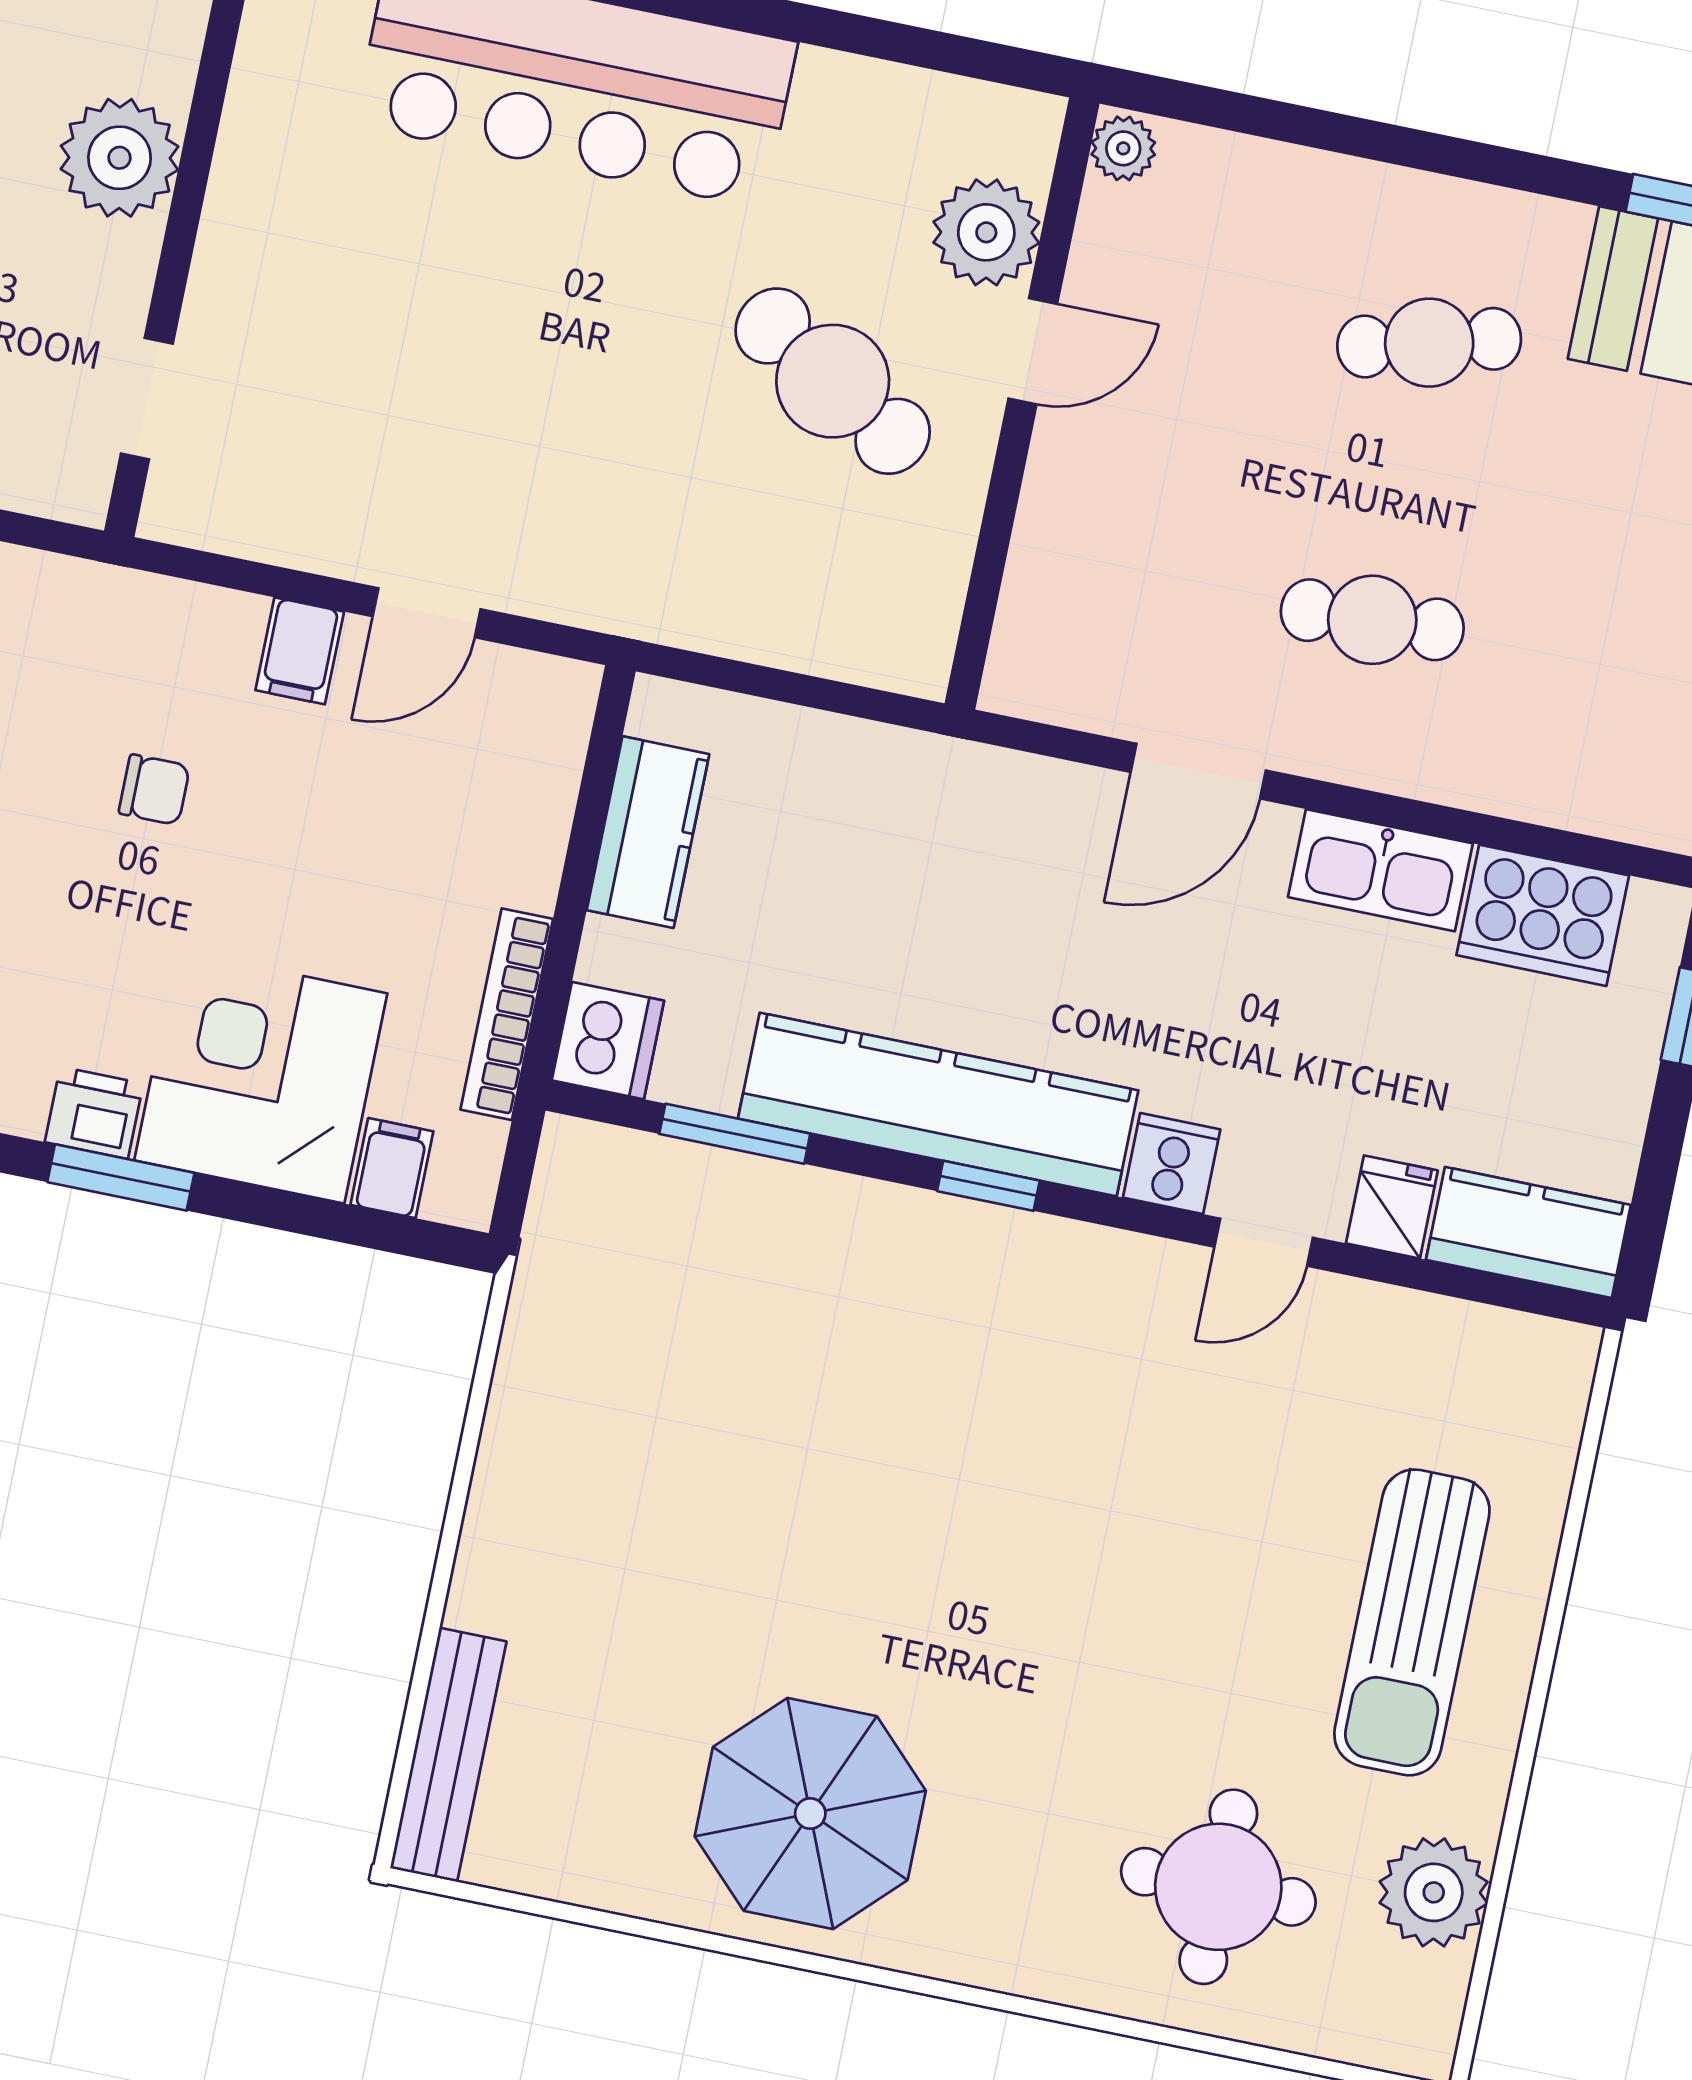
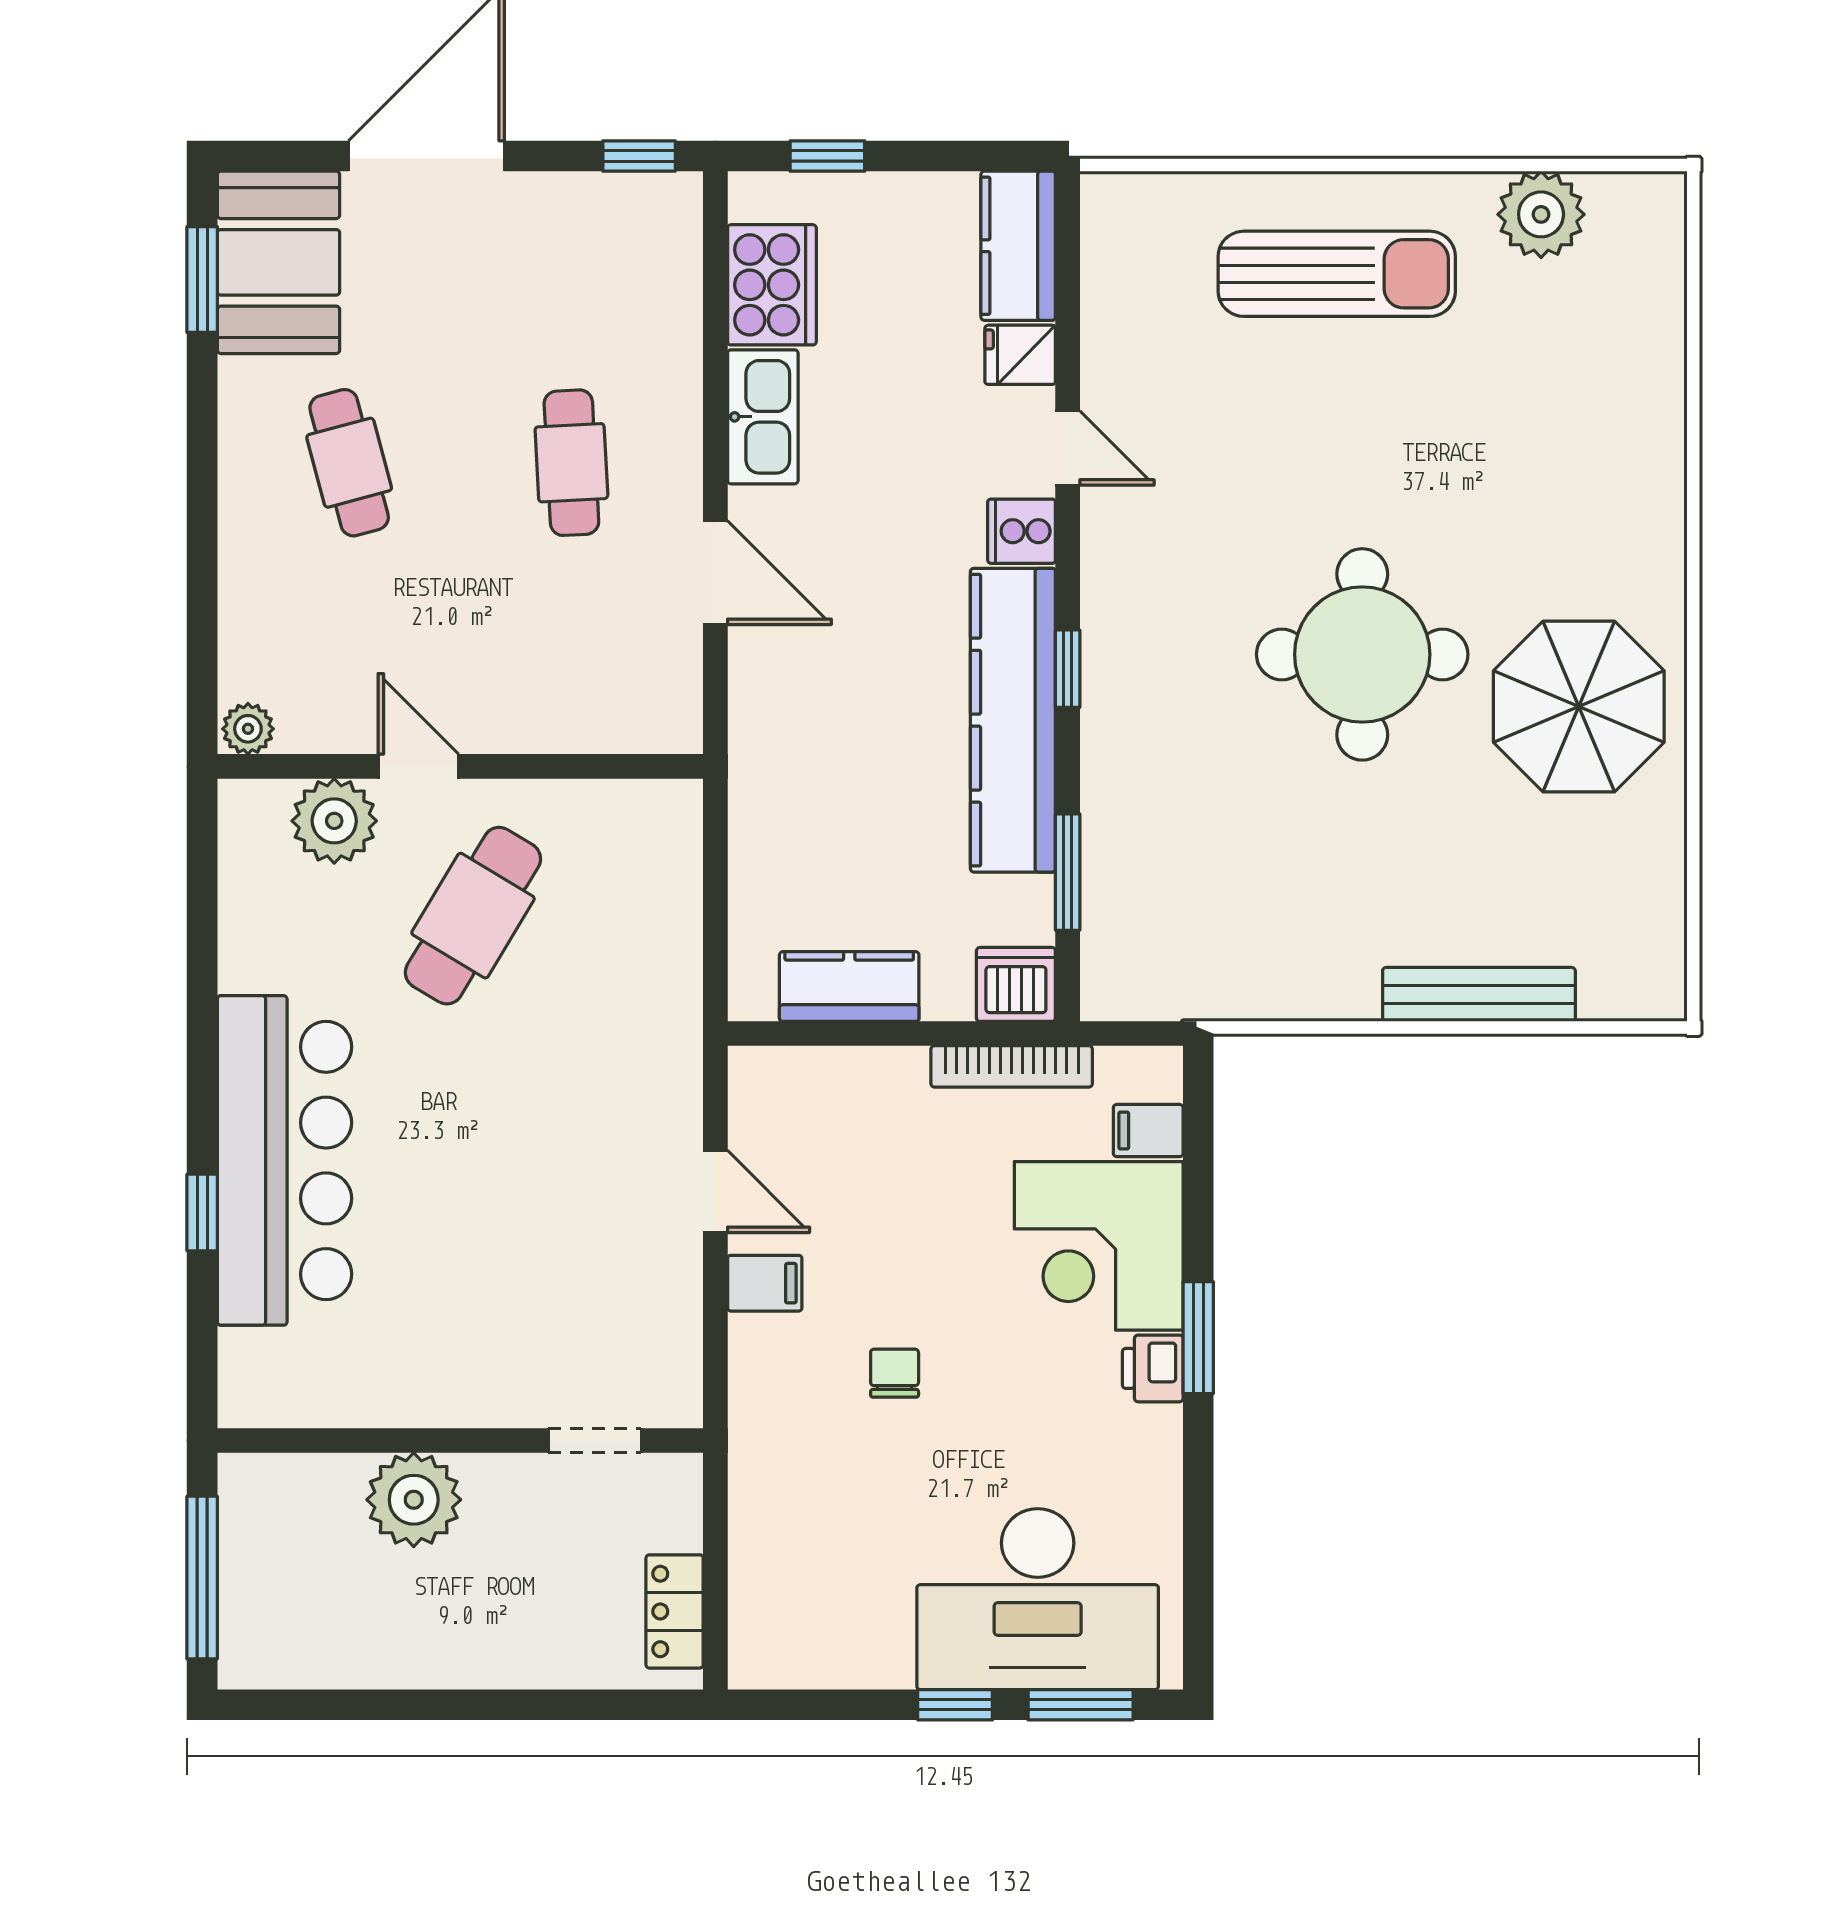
bench: (448, 1755) -> (1479, 994), moved
round table: (1218, 1887) -> (1362, 654), moved, width x1.36, depth x1.36

